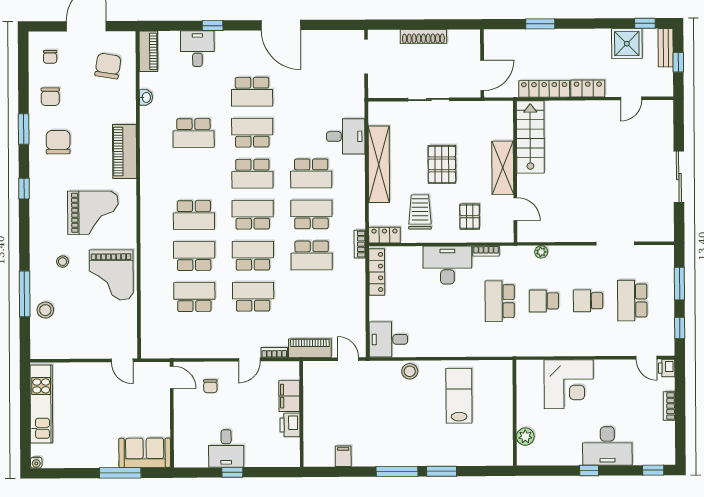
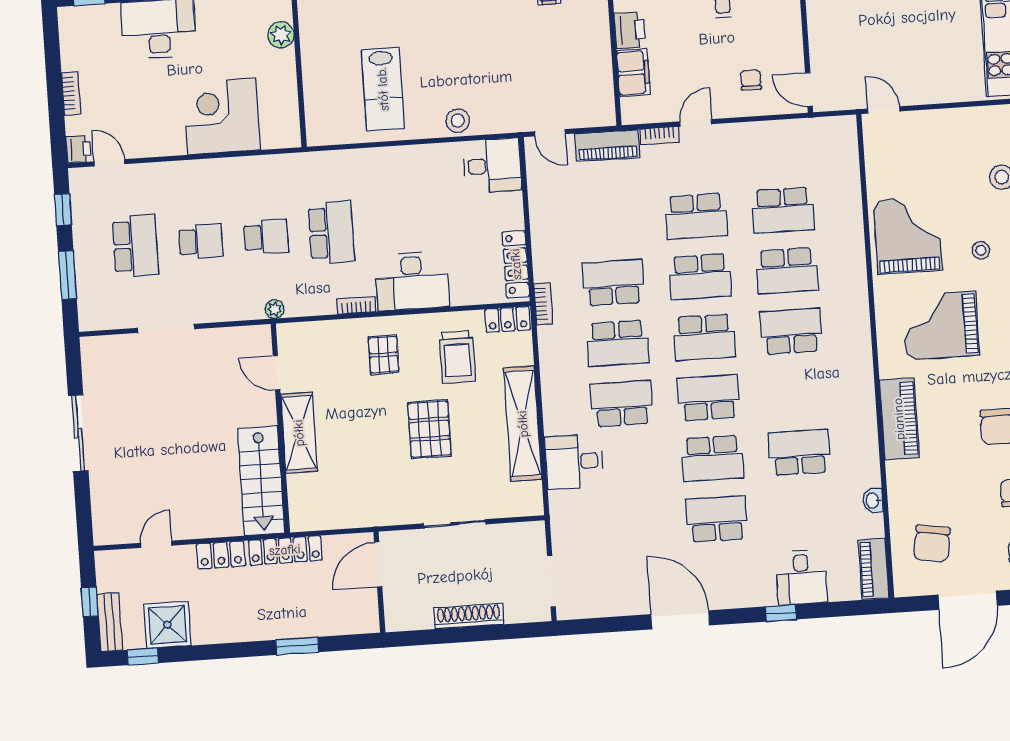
stairs: (530, 137) -> (261, 481), moved
shelving: (503, 168) -> (299, 433), moved
wall: (515, 172) -> (280, 428), moved
door: (515, 209) -> (277, 373), moved

